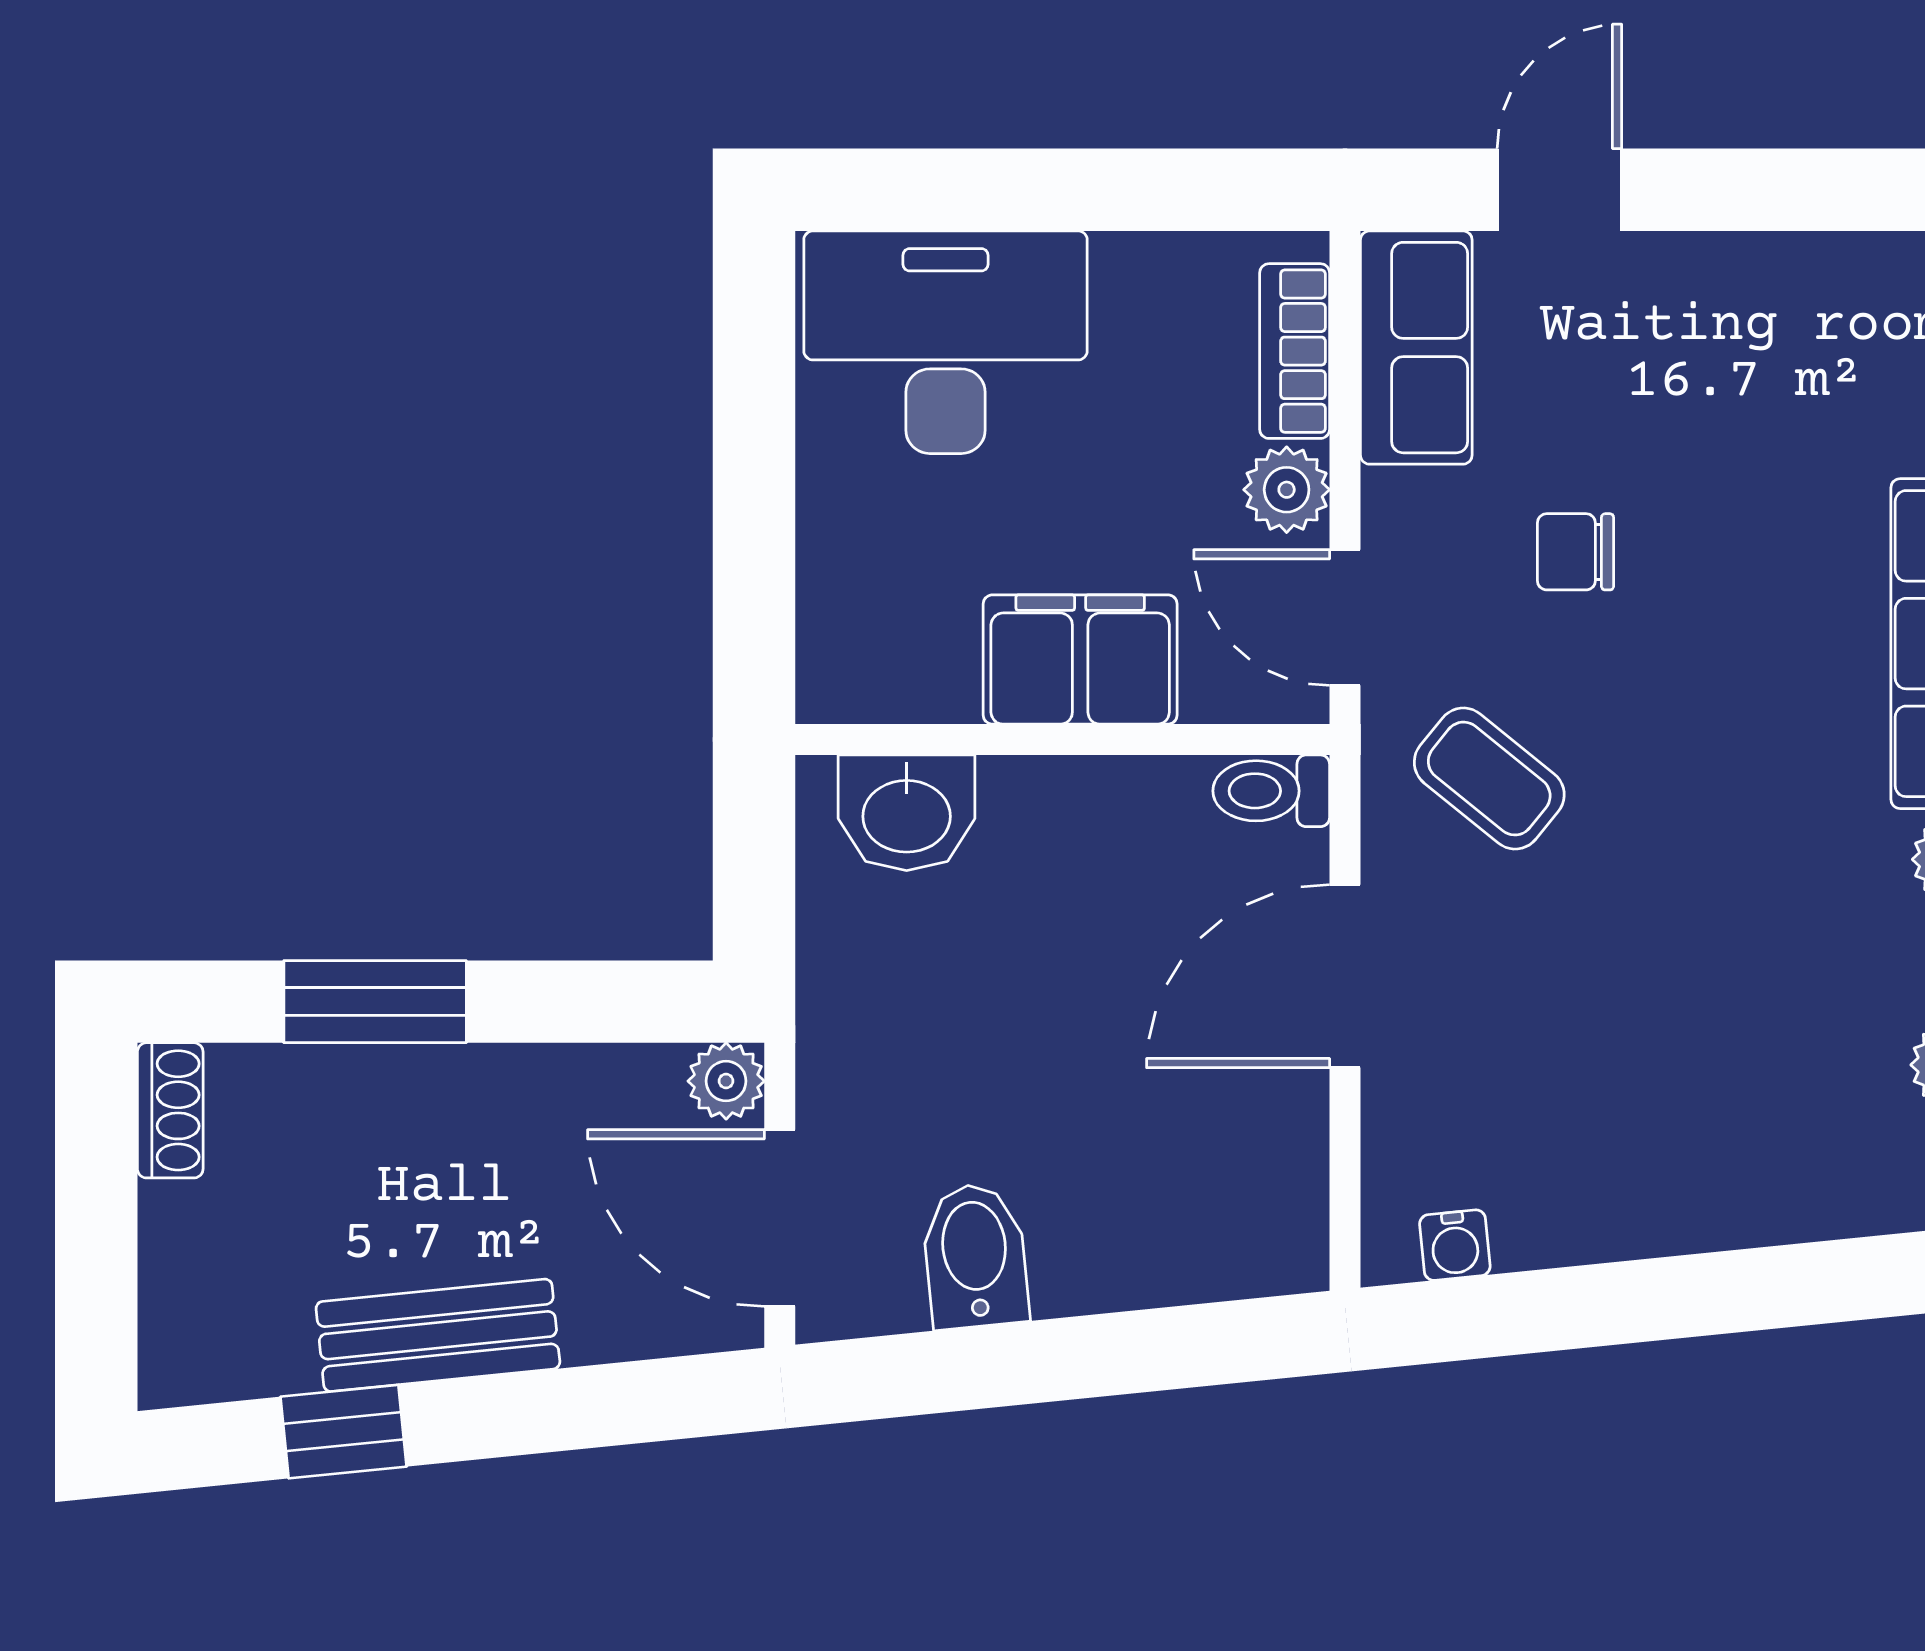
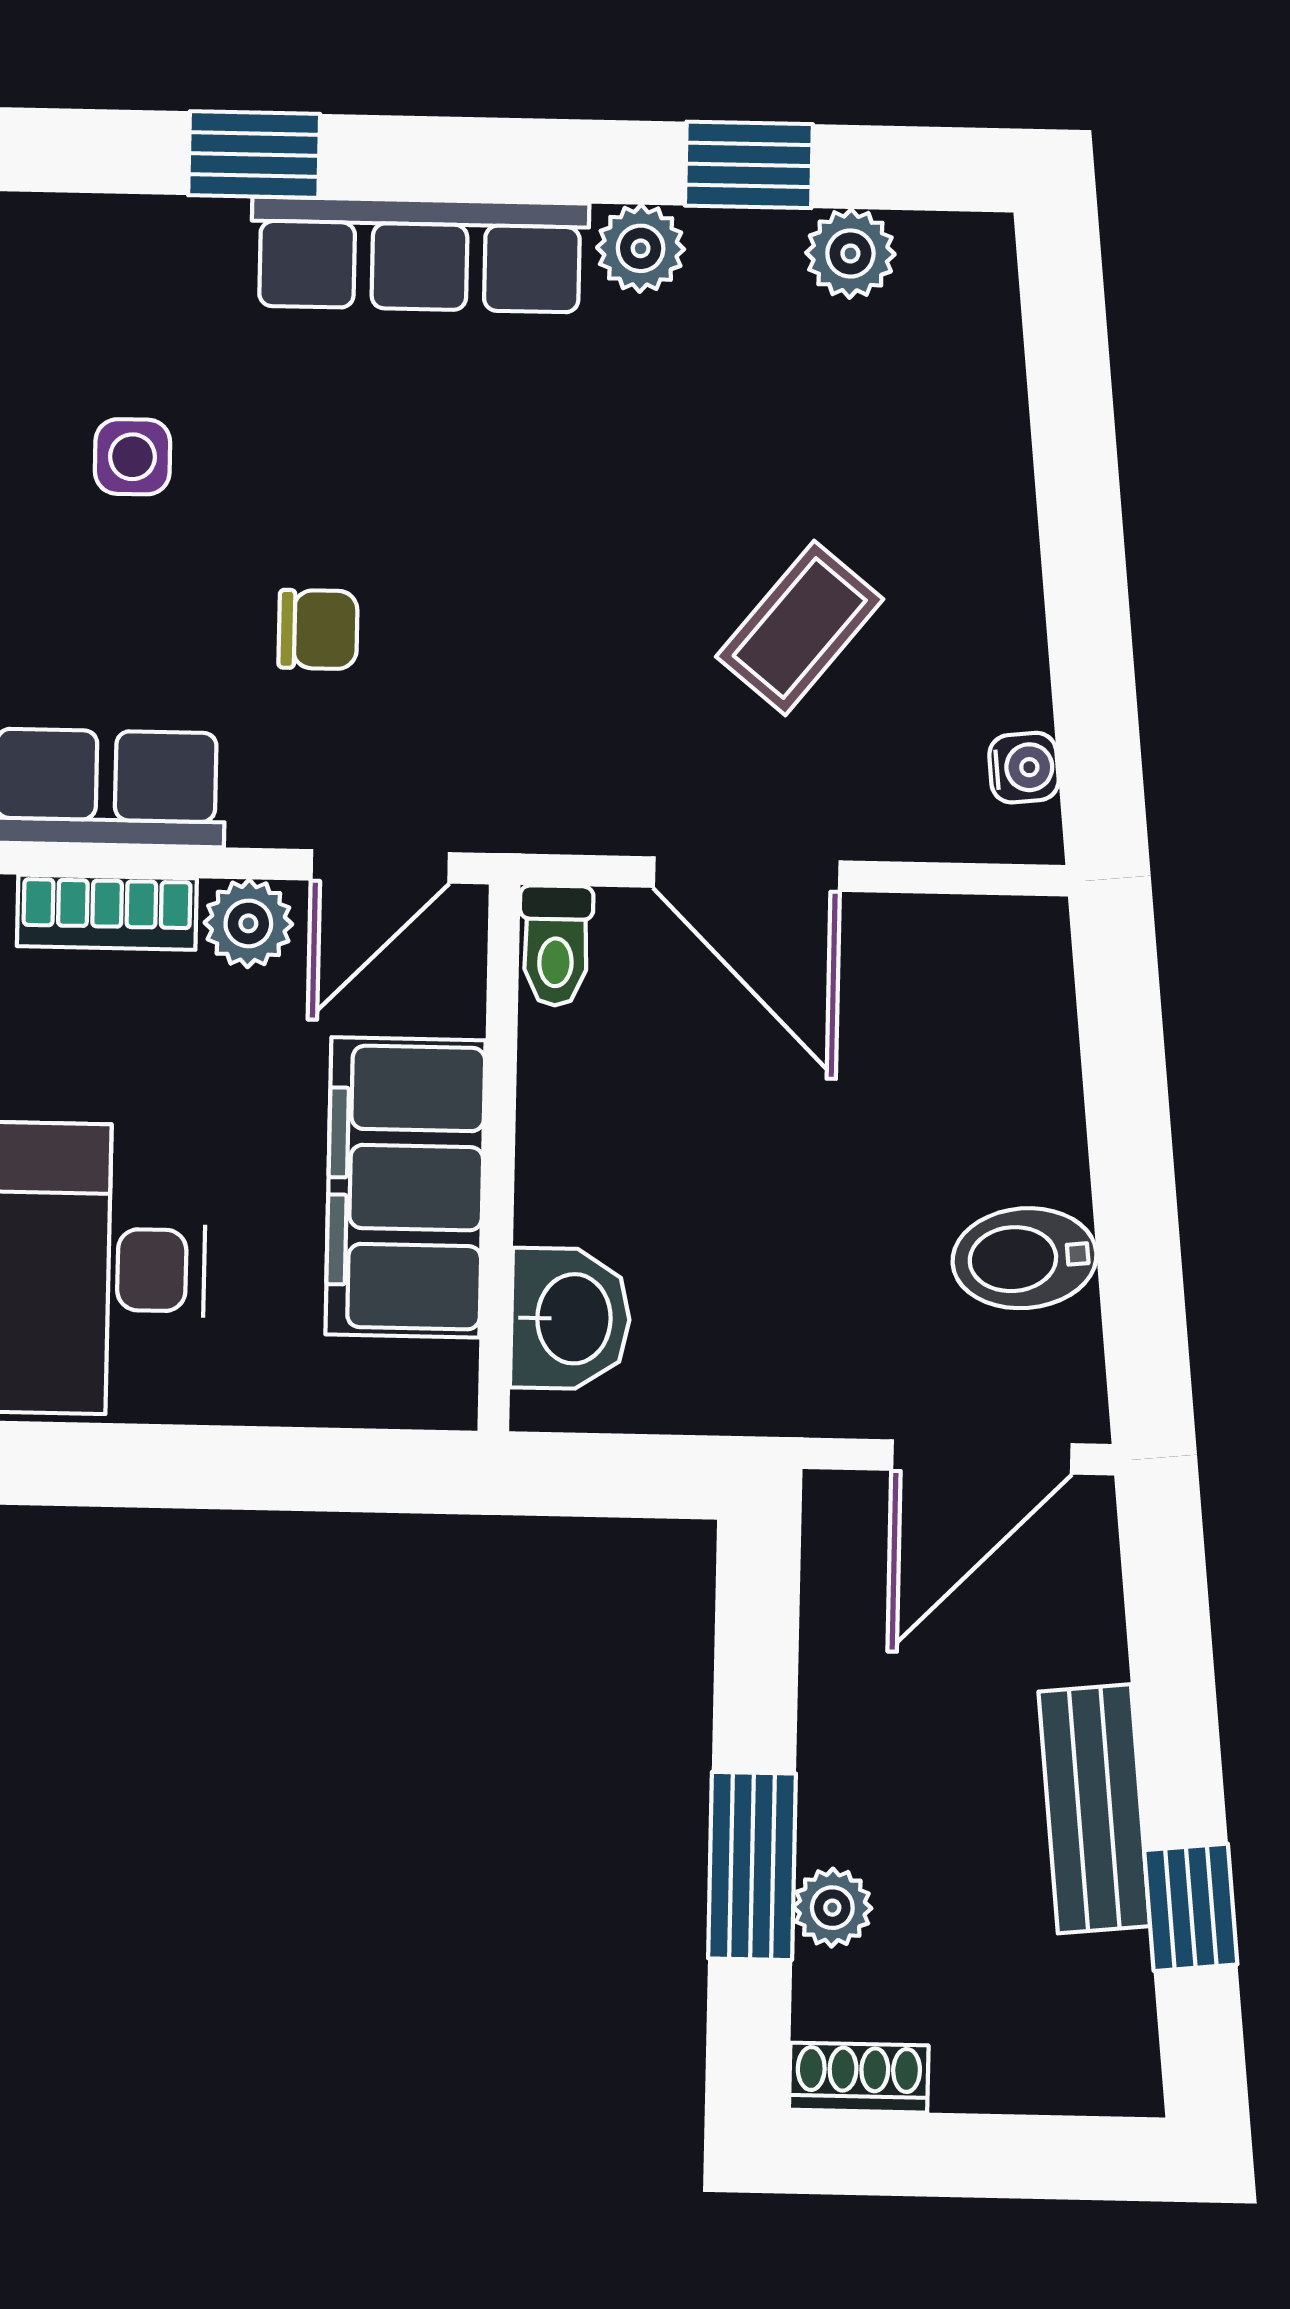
side table: (1741, 367) -> (132, 457), added
chair: (1576, 552) -> (318, 629), turned -90
filing cabinet: (1080, 660) -> (405, 1187), width x1.50, depth x1.17
coffee table: (1489, 779) -> (800, 628), moved
plant: (726, 1081) -> (832, 1908), moved

